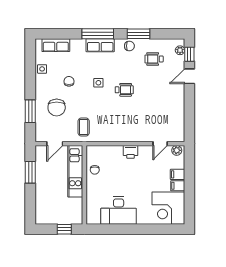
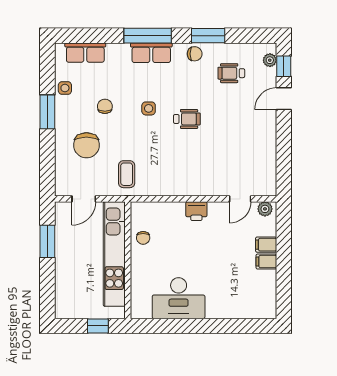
window: (30, 111) -> (47, 112), moved
kitchen unit: (75, 171) -> (114, 254), width x1.36
corner desk: (168, 208) -> (252, 295), removed

